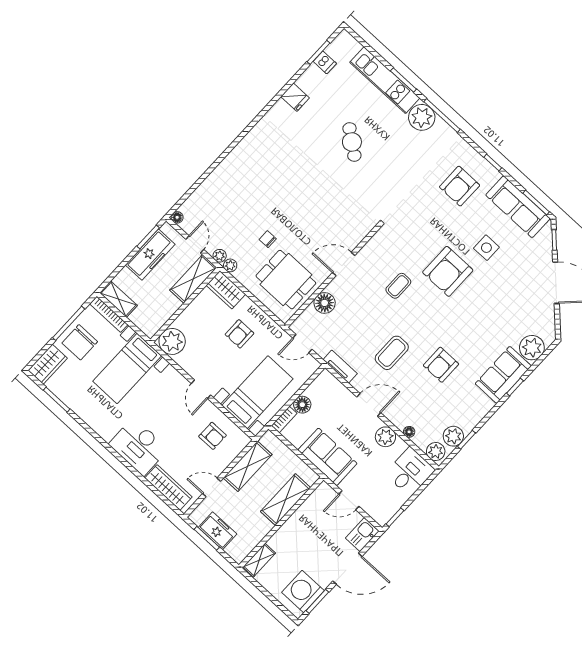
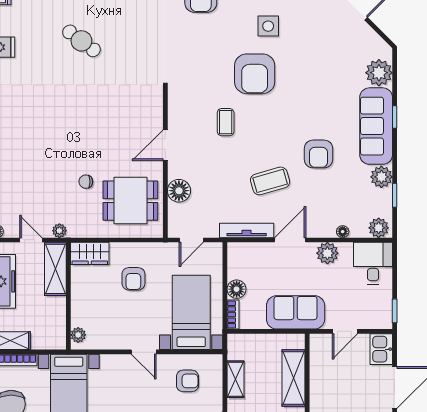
plant: (230, 265) -> (75, 231), removed
plant: (172, 341) -> (78, 335), width x0.53, depth x0.53
coffee table: (392, 353) -> (270, 181), turned 74
tv unit: (340, 367) -> (247, 230), width x1.41
sofa: (503, 375) -> (376, 126), width x1.36
plant: (453, 436) -> (381, 177), moved
shelving: (248, 466) -> (235, 379), width x0.67, depth x0.75

